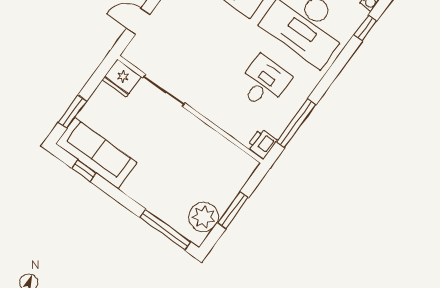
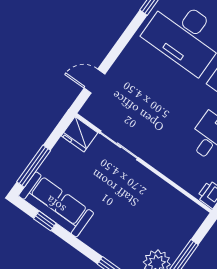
window: (72, 112) -> (34, 166), width x1.44

